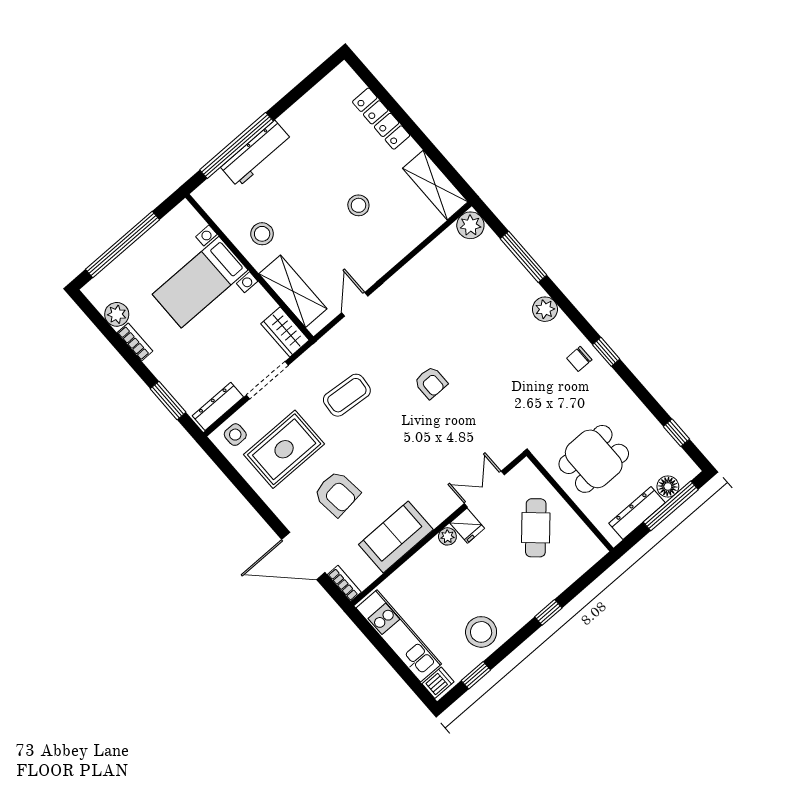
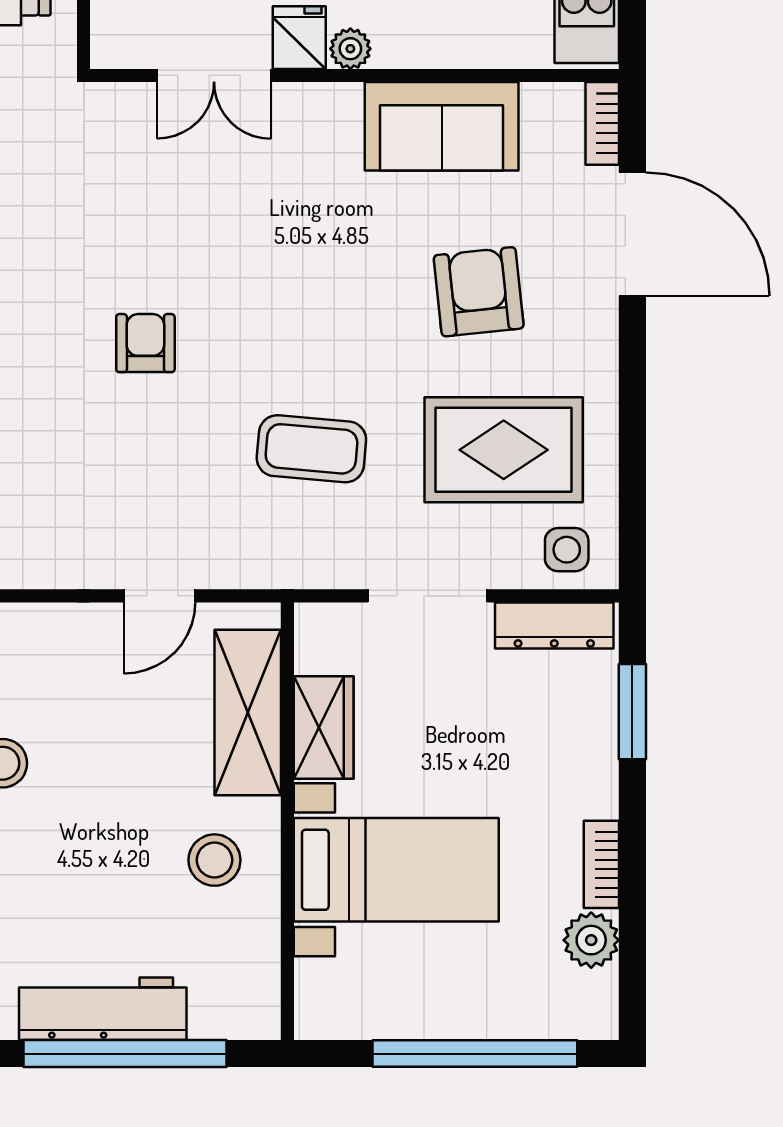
wardrobe: (285, 332) -> (324, 728), moved

